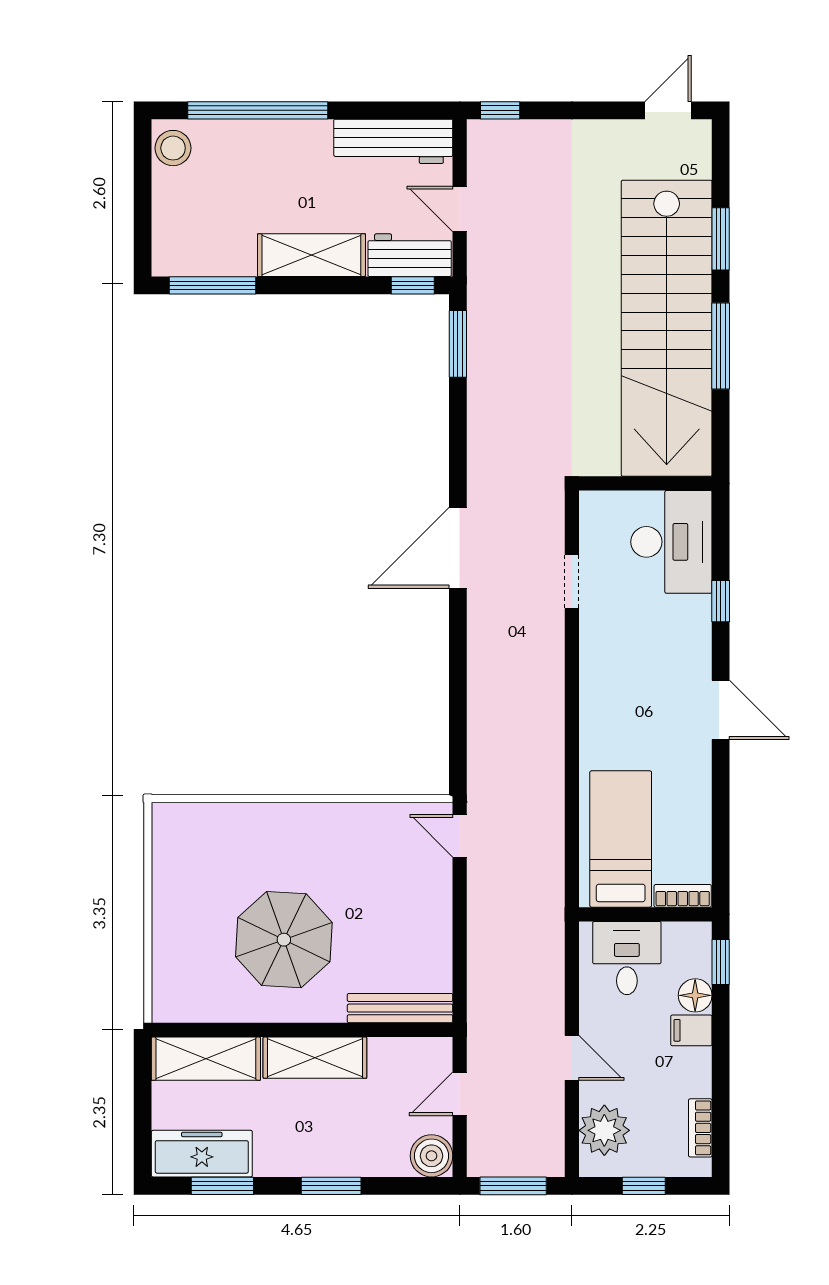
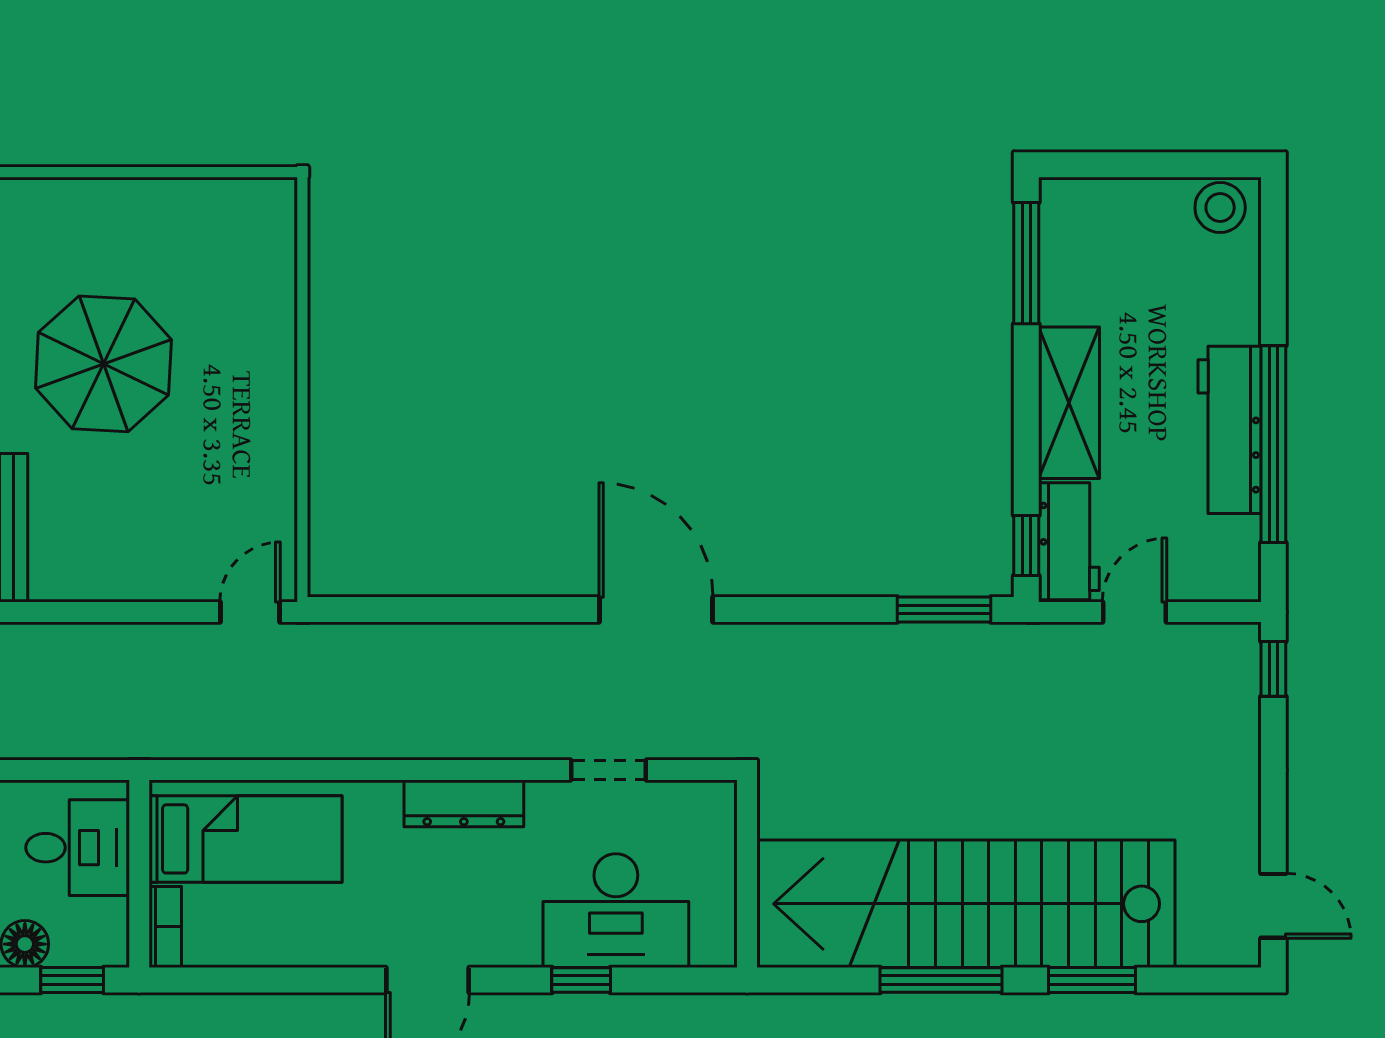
window: (258, 110) -> (1273, 444), moved
workbench: (393, 141) -> (1230, 430), moved
desk: (671, 542) -> (616, 911), moved
dresser: (595, 684) -> (464, 803), added

